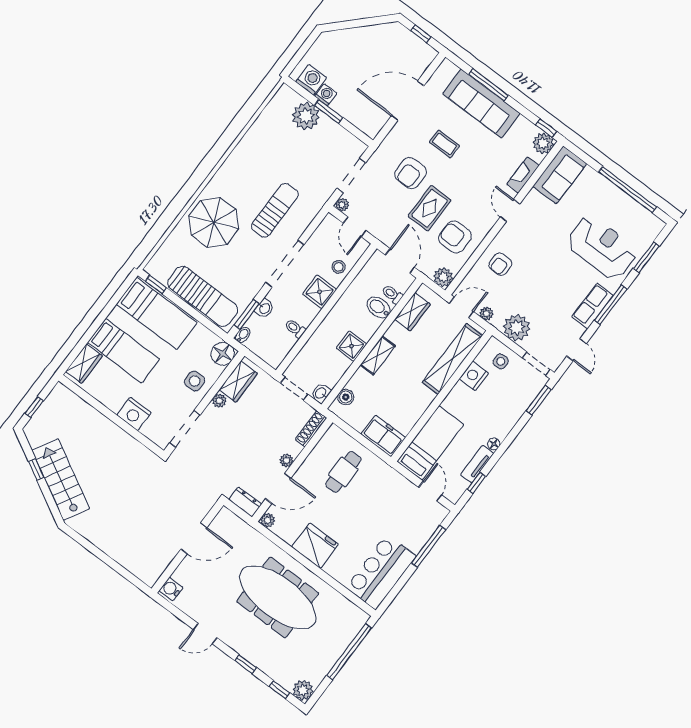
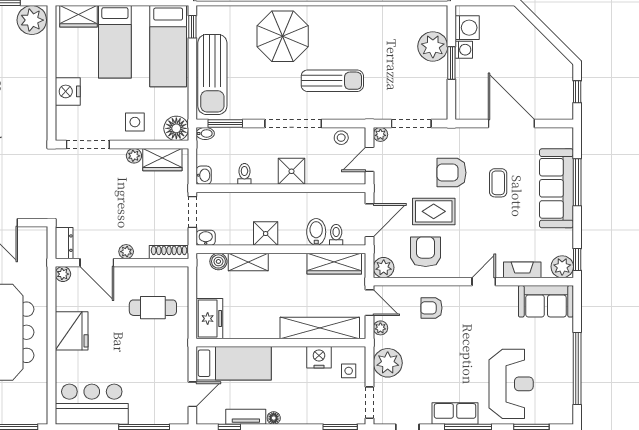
stool: (339, 267) -> (341, 138), moved
washbasin: (264, 308) -> (204, 175), moved, turned -90
wardrobe: (412, 312) -> (334, 264), width x1.50
shelving: (378, 355) -> (248, 262), moved
plant: (61, 401) -> (32, 20), added

